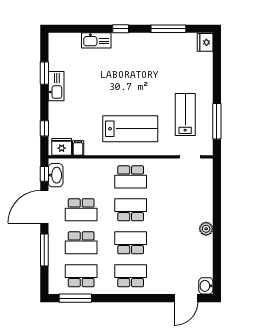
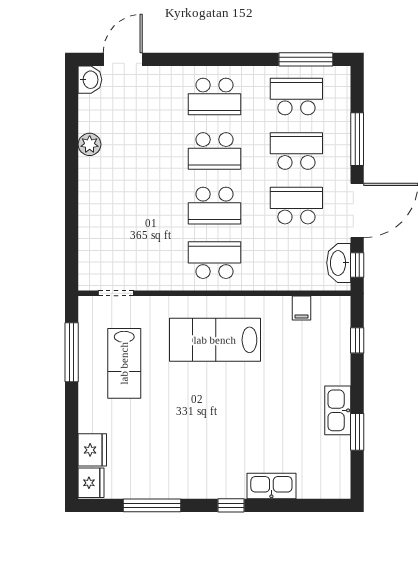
fridge: (62, 147) -> (92, 450), moved, turned -90
plant: (206, 229) -> (90, 144), moved
school desk: (81, 276) -> (296, 96), turned 180

